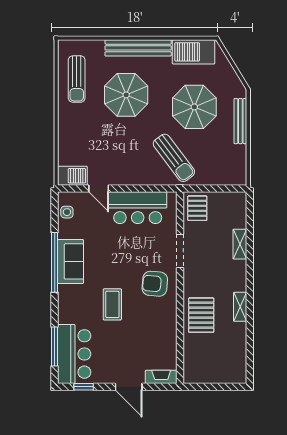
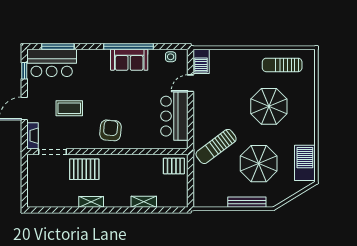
bench: (138, 48) -> (308, 116), removed
doorway: (180, 251) -> (52, 152), moved
coffee table: (112, 304) -> (69, 108), moved

